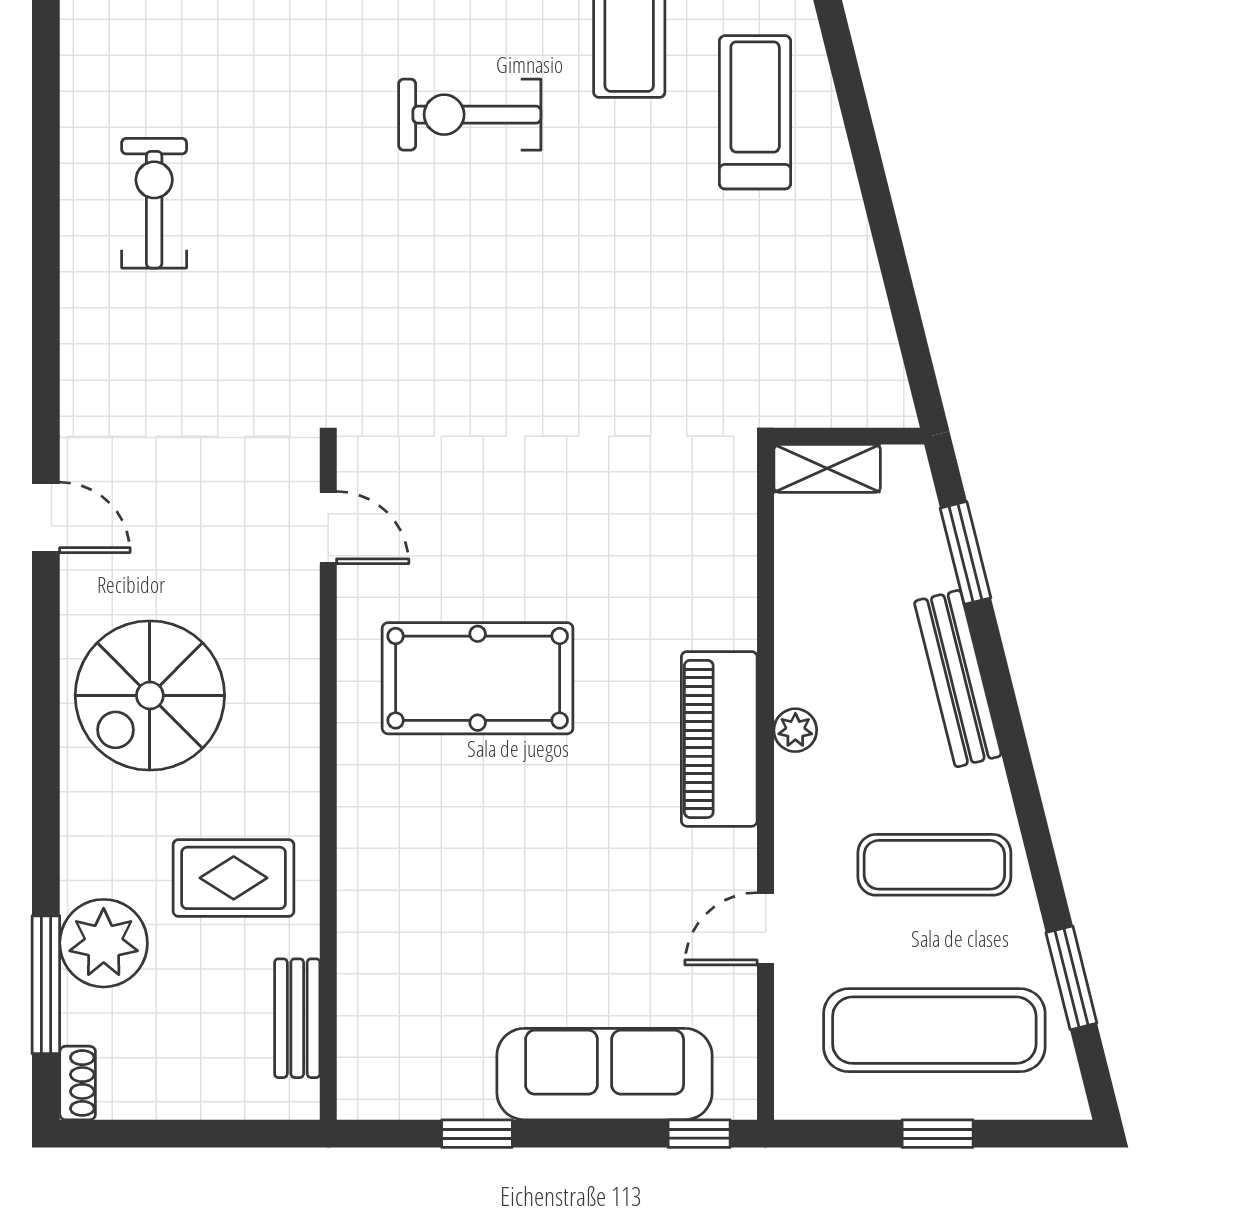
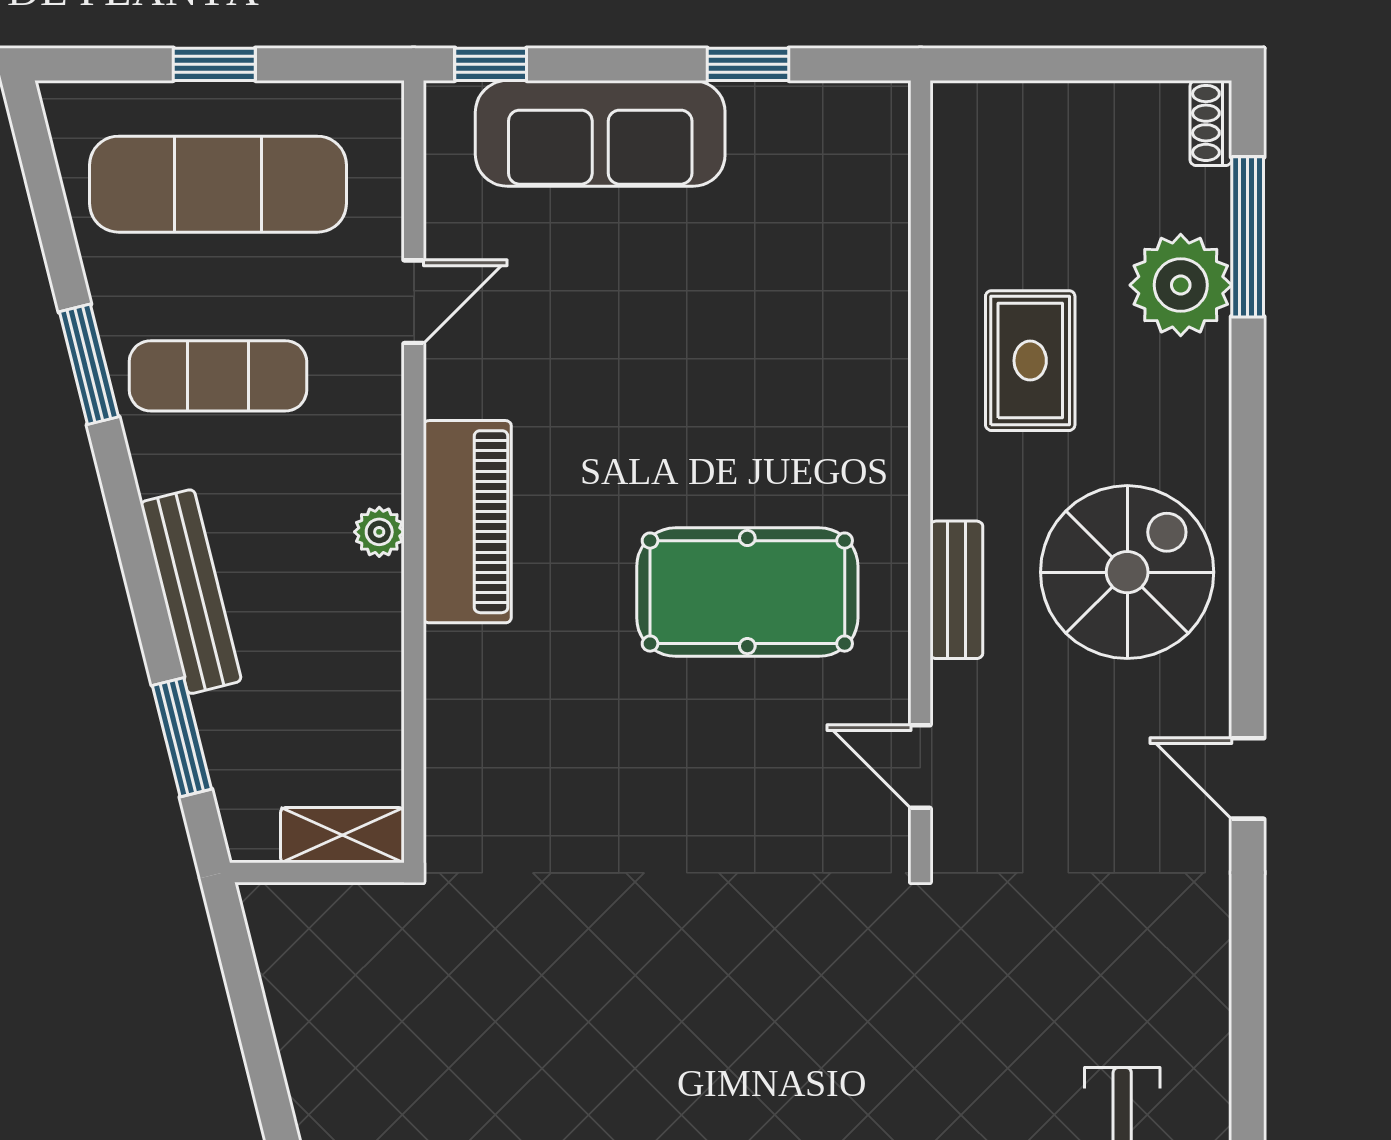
rug: (234, 878) -> (1030, 361), turned 90
window: (1071, 978) -> (89, 364), moved
bench: (297, 1018) -> (956, 590), moved

